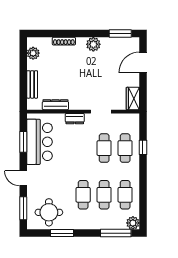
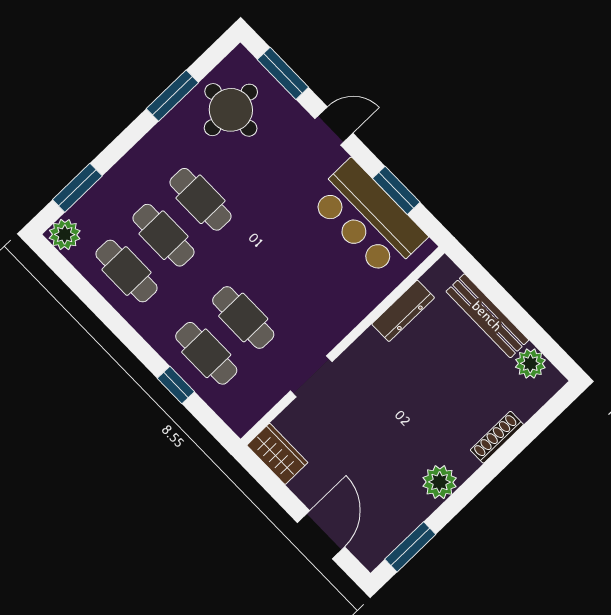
bench: (32, 84) -> (487, 316), width x1.36
dresser: (75, 119) -> (345, 319), removed
window: (116, 233) -> (77, 188), width x0.69

